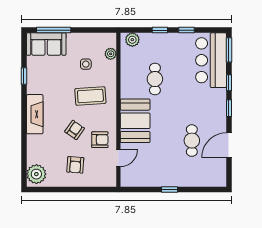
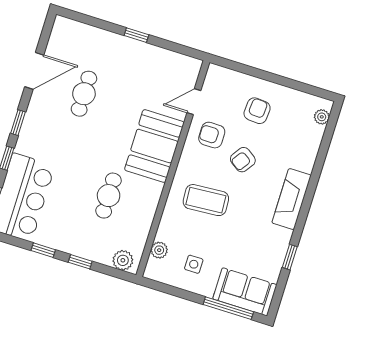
side table: (86, 64) -> (194, 264), moved
plant: (36, 174) -> (322, 117), width x0.53, depth x0.53

